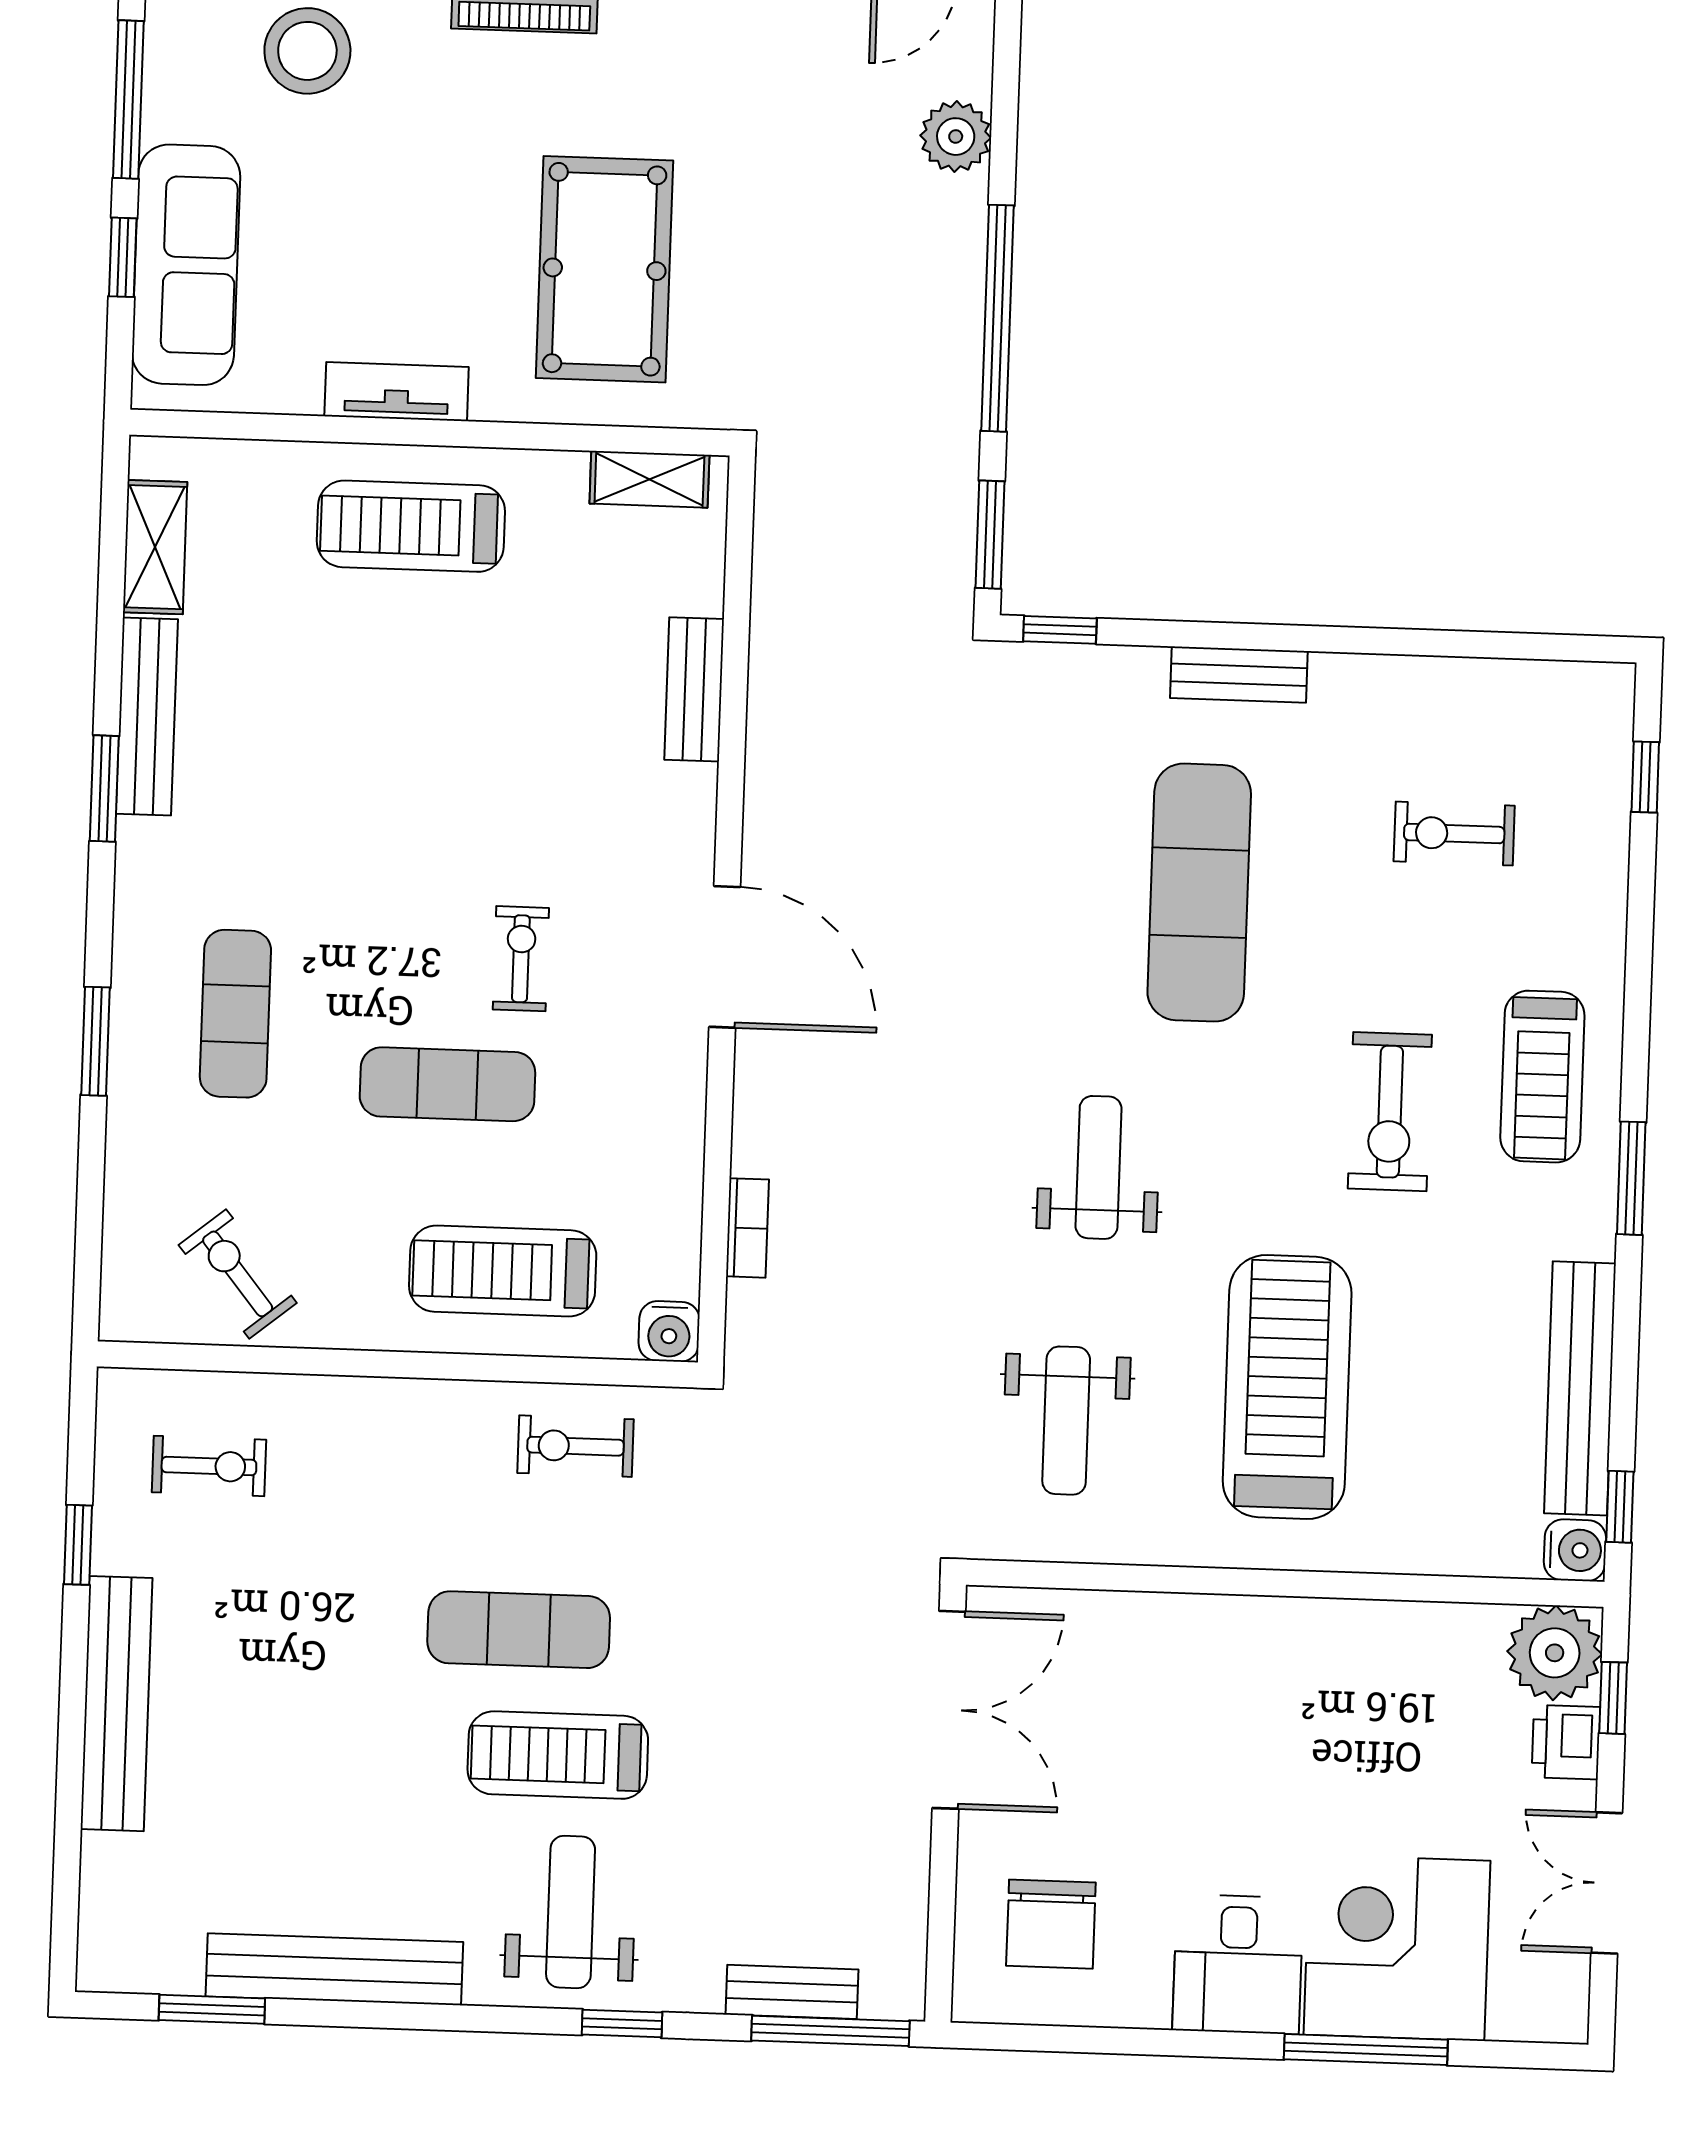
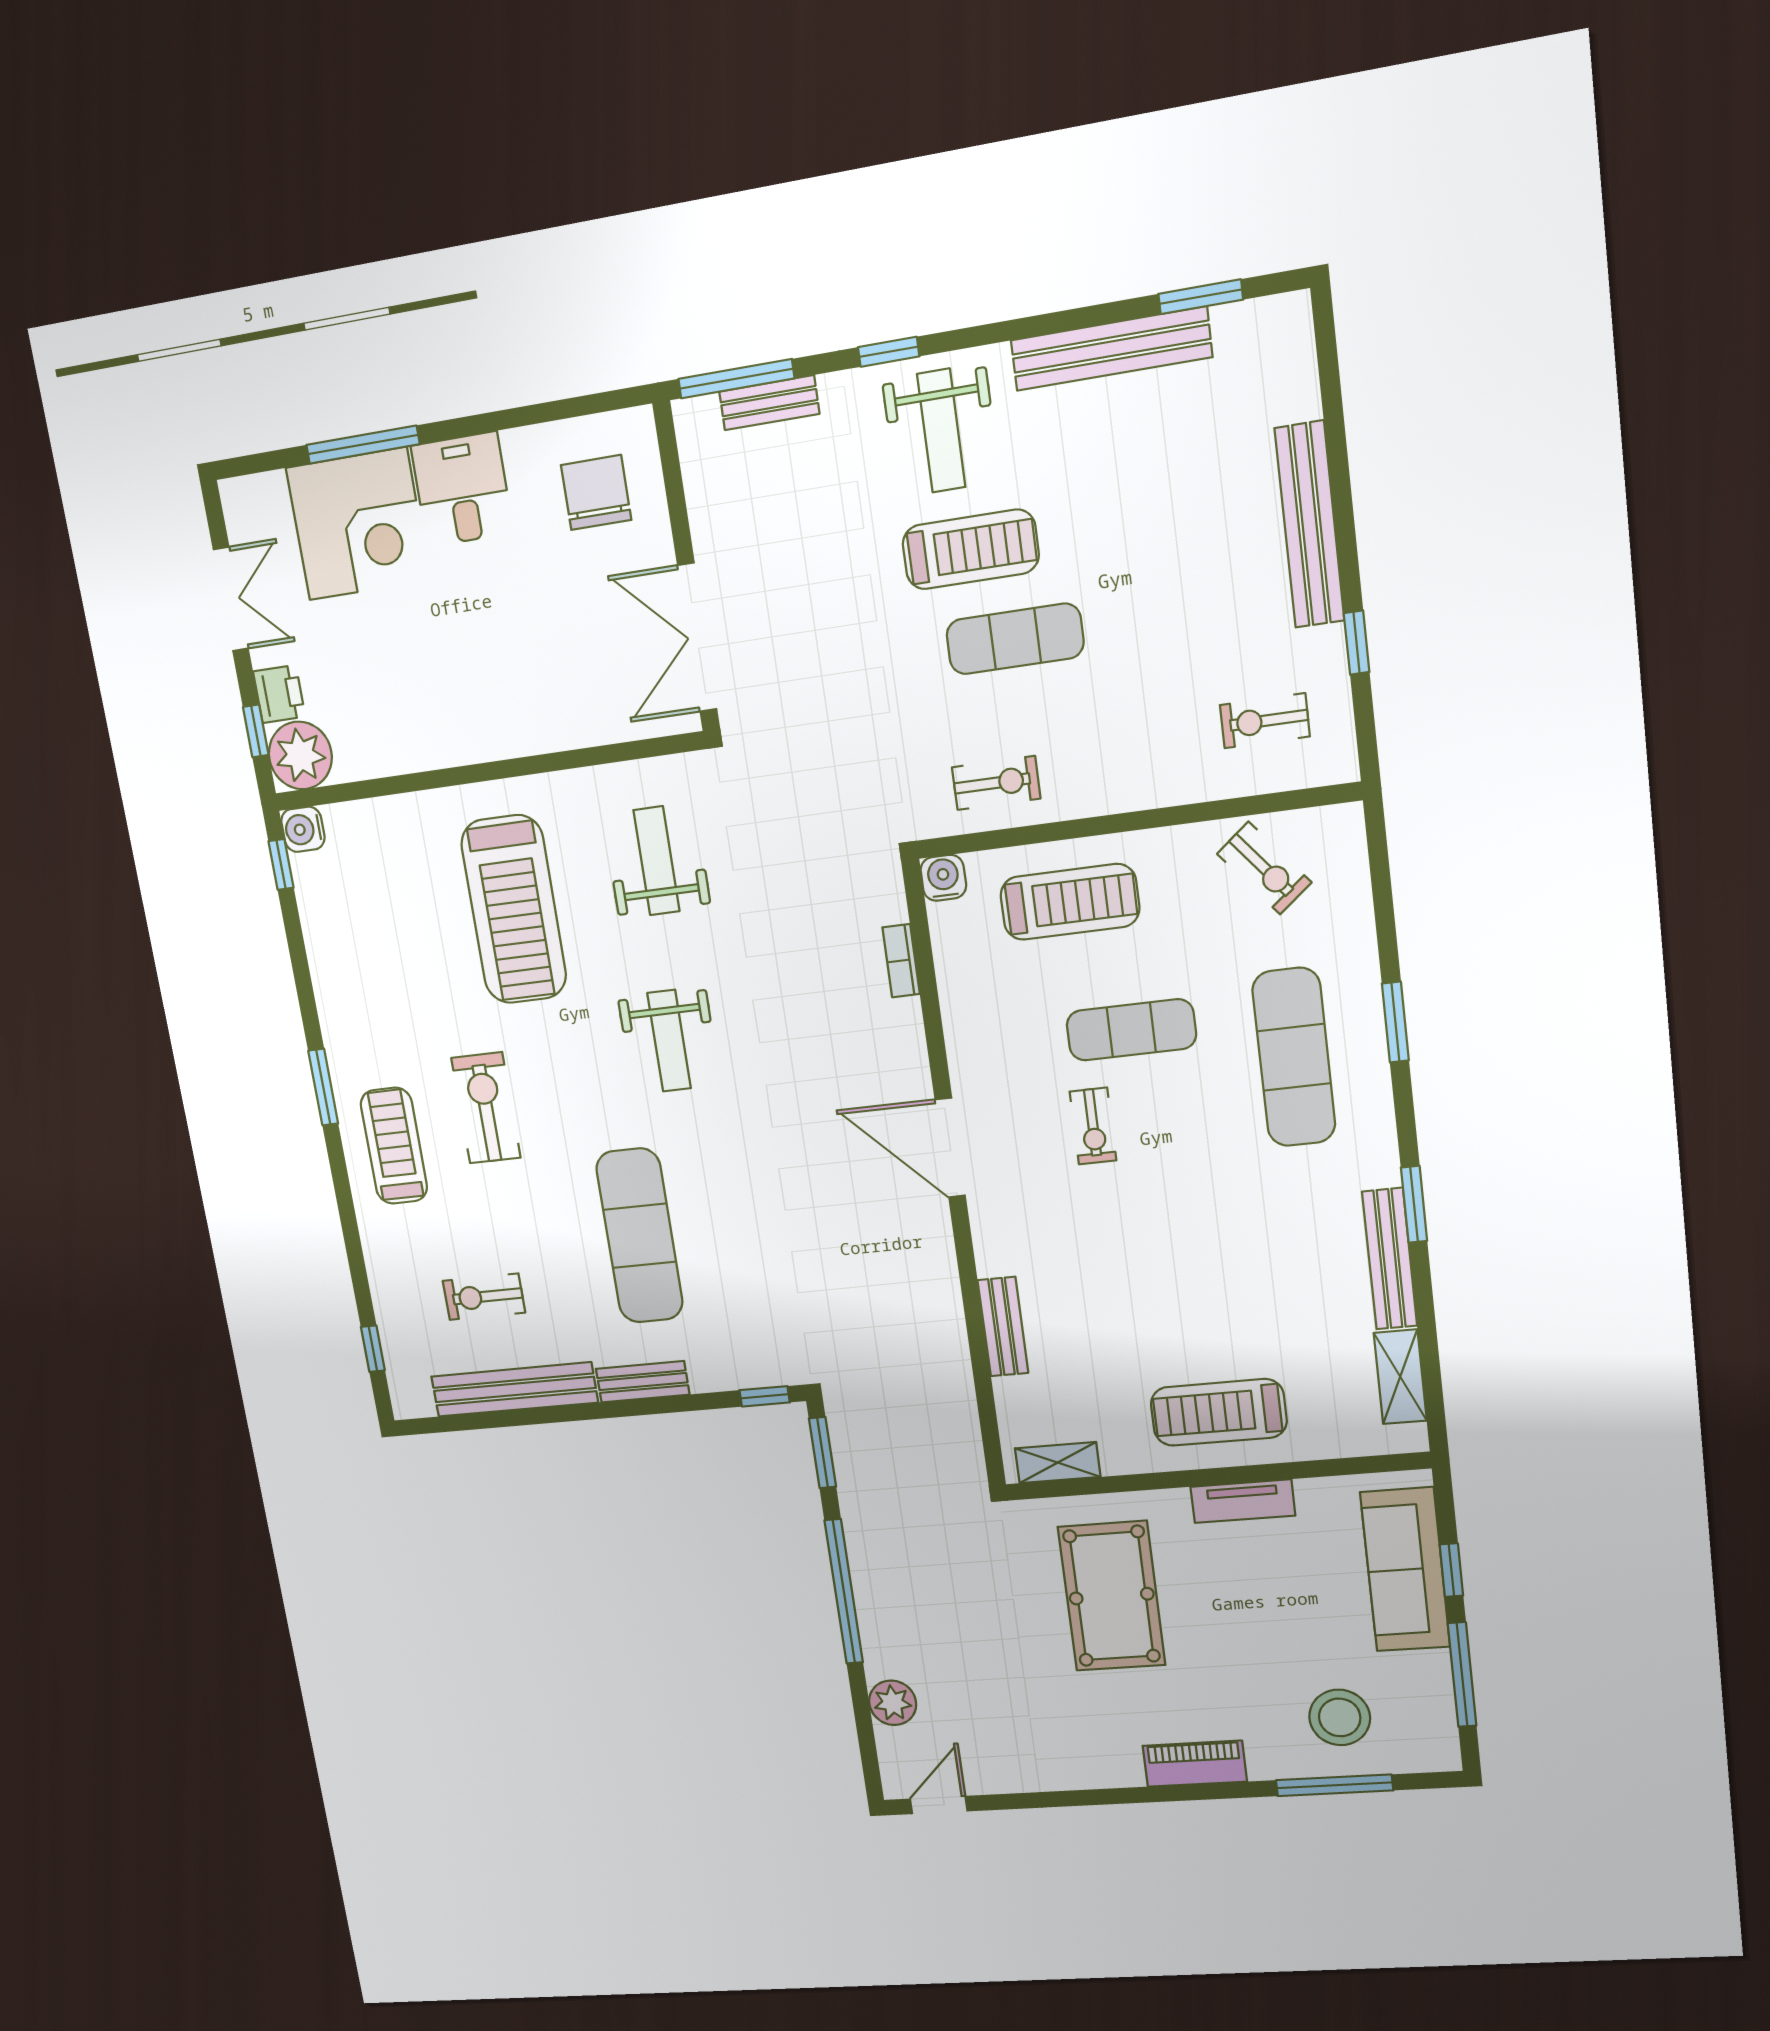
treadmill: (411, 526) -> (1219, 1412), turned 180
exercise bike: (1454, 834) -> (484, 1297), turned 180
exercise mat: (235, 1014) -> (1294, 1057), width x1.36, depth x1.45
bench: (1580, 1388) -> (514, 1389), moved, turned 90

